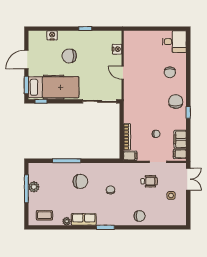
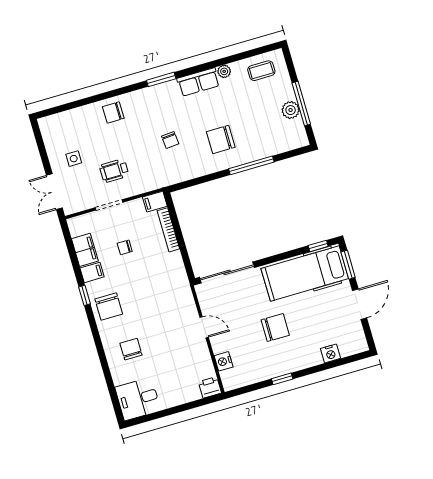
printer: (130, 36) -> (210, 387), added
chair: (69, 56) -> (275, 328), moved
filing cabinet: (180, 154) -> (92, 272), moved

